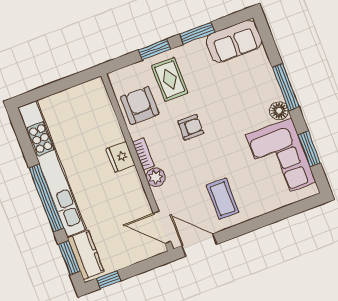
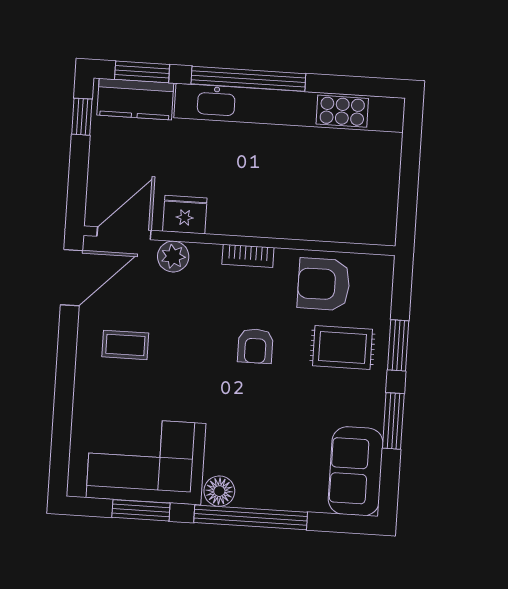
window: (286, 87) -> (251, 517), width x1.46
armchair: (140, 106) -> (324, 284), turned 180
fridge: (120, 157) -> (185, 215), moved
plant: (156, 177) -> (173, 257), moved
coffee table: (223, 199) -> (125, 345), width x0.73, depth x0.77

